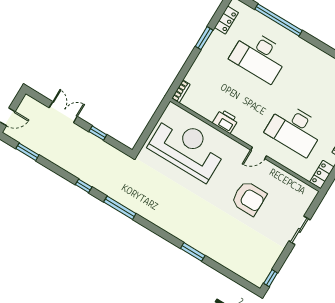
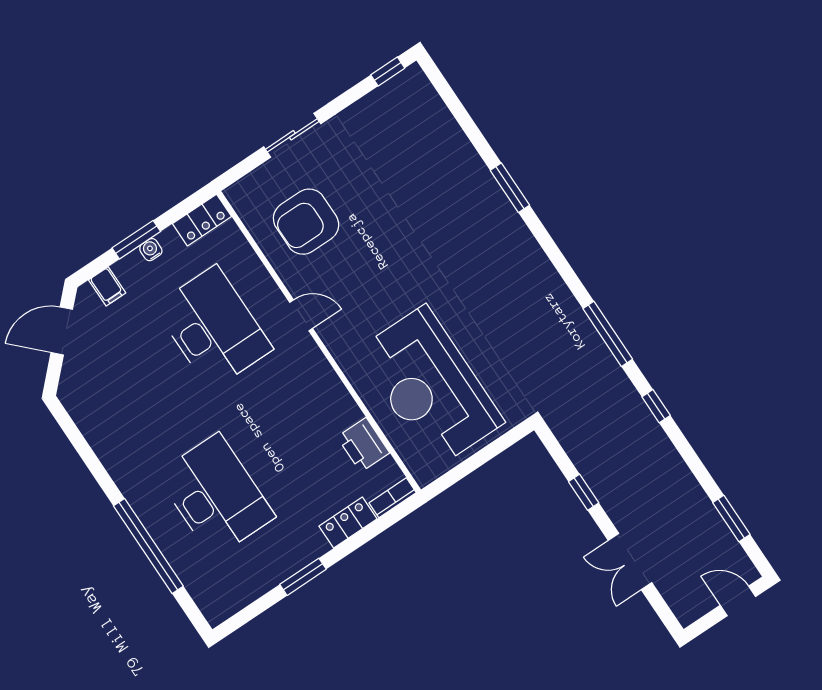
locker: (226, 20) -> (348, 523), moved
printer: (225, 121) -> (363, 445), moved
armchair: (249, 198) -> (306, 222), moved, turned -90

